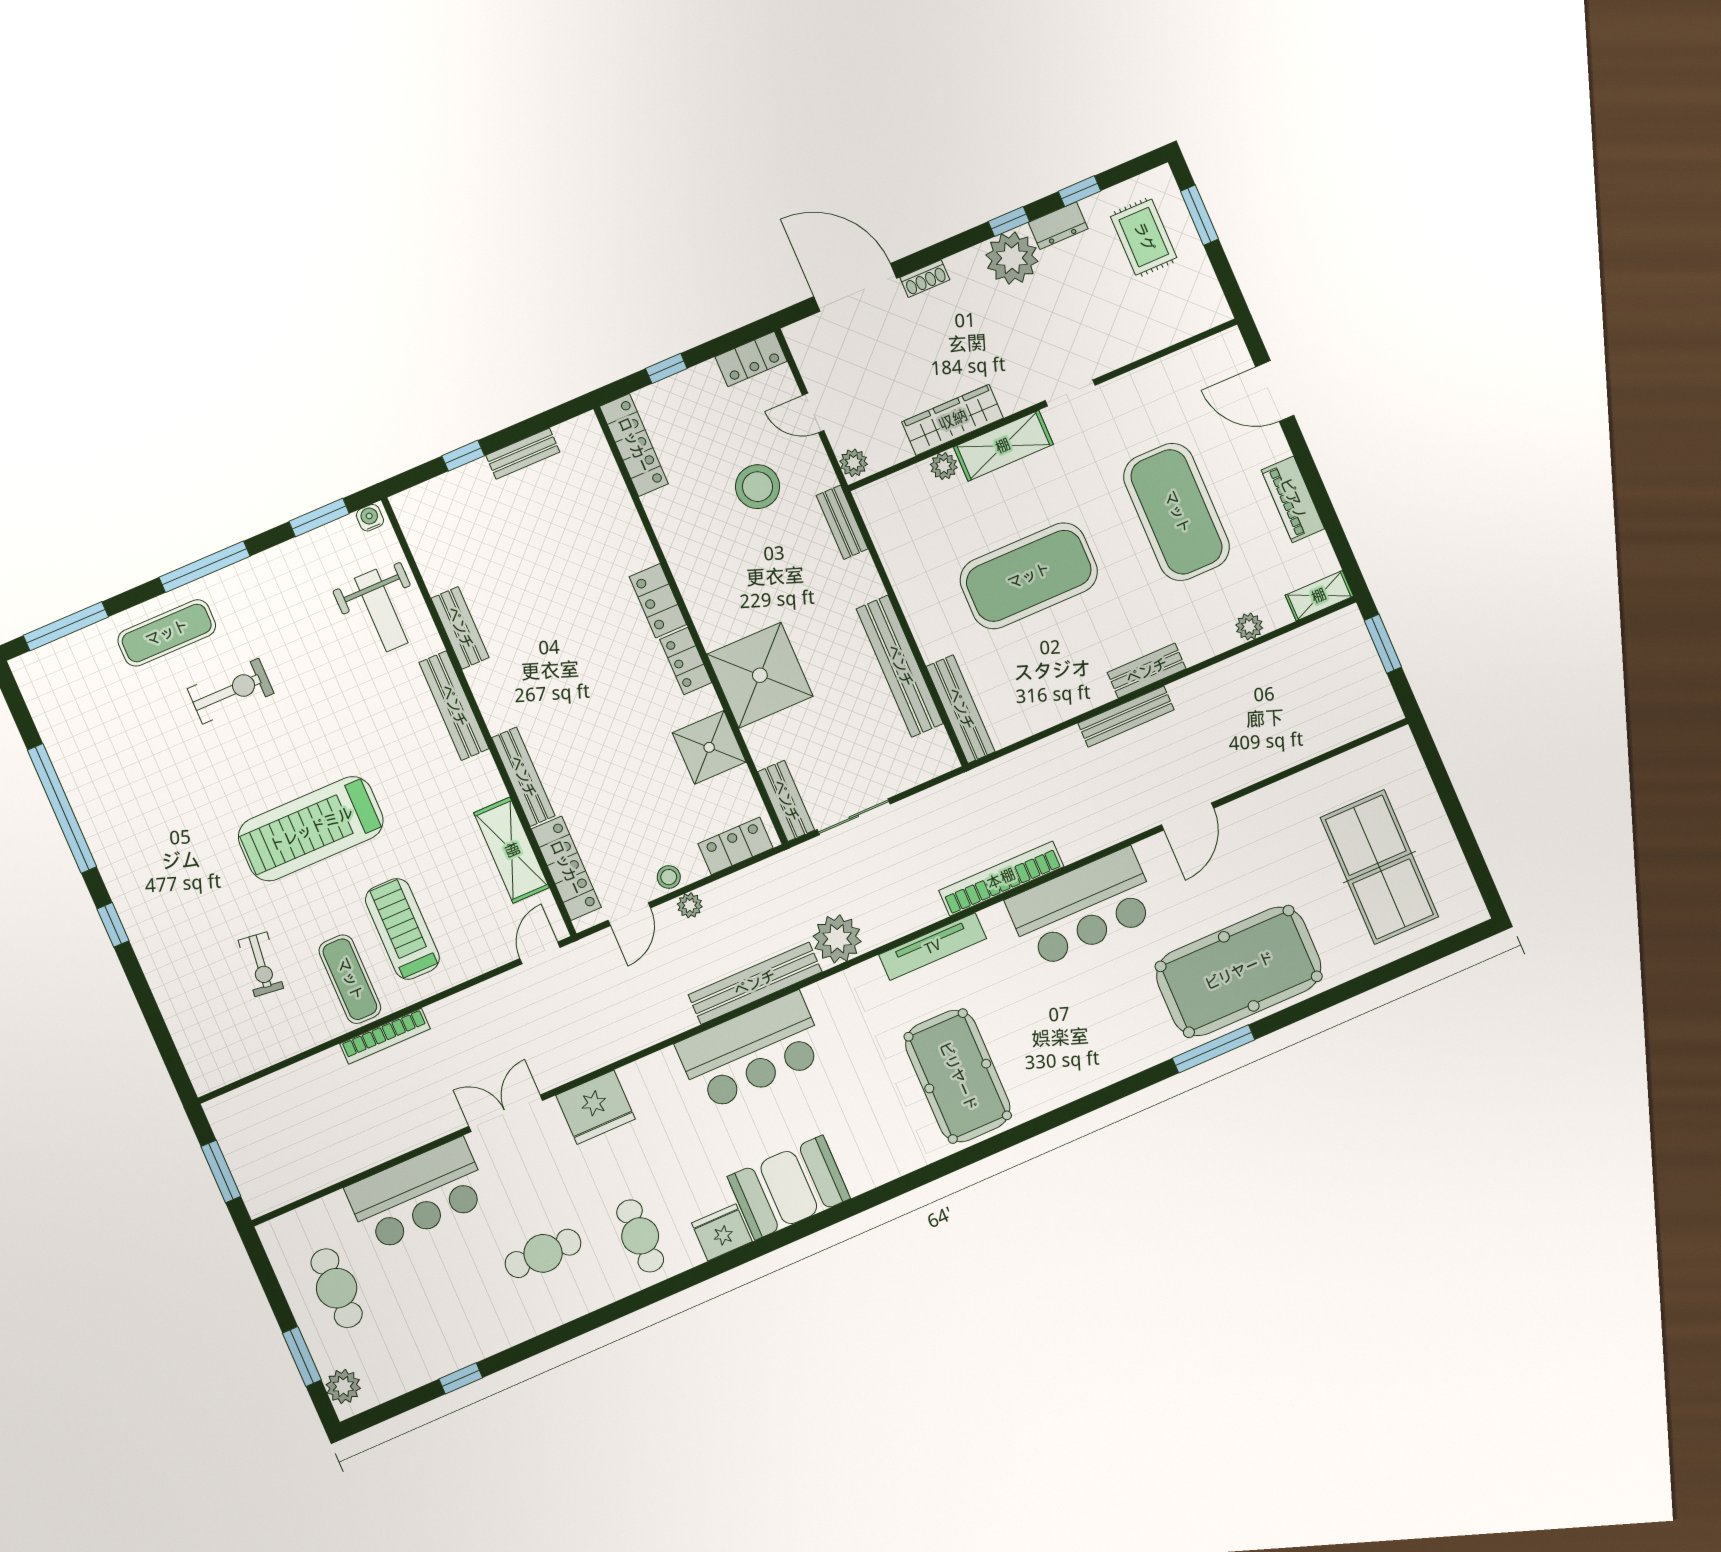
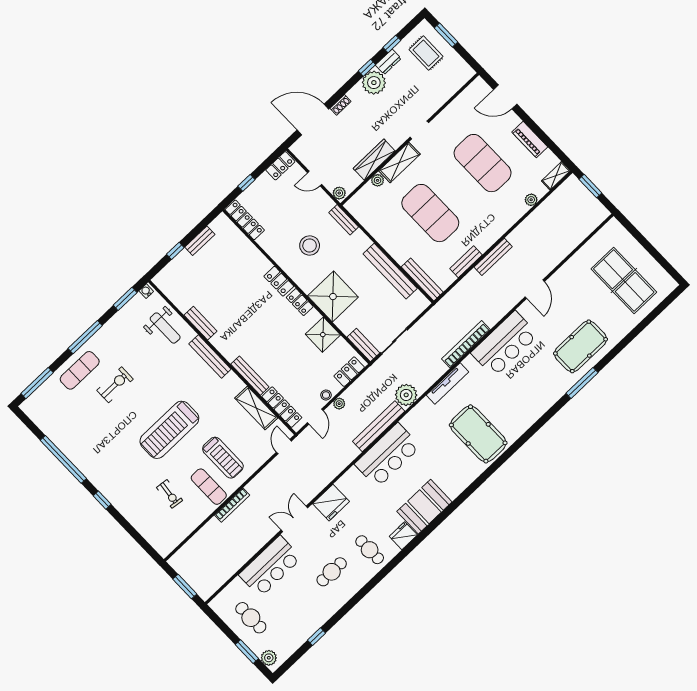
stool: (758, 487) -> (310, 246), moved
exercise mat: (1029, 576) -> (430, 213), turned 90
bench: (1147, 671) -> (466, 262), moved
treadmill: (402, 929) -> (223, 458), turned 180
pool table: (1239, 971) -> (581, 346), width x0.73, depth x0.76

